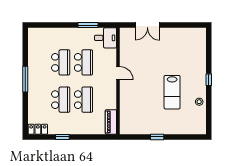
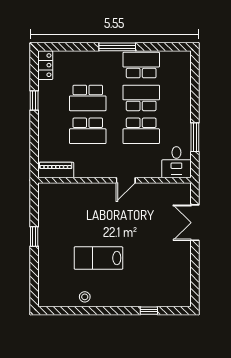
school desk: (38, 62) -> (141, 65), added
school desk: (61, 62) -> (141, 98), turned 180
window: (209, 80) -> (149, 311), moved

